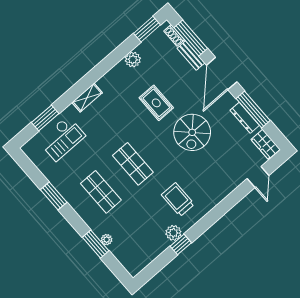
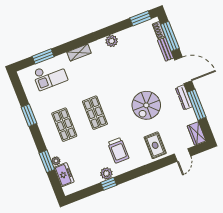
plant: (133, 60) -> (112, 41), moved
door: (222, 74) -> (183, 70), swing flipped
rug: (156, 103) -> (155, 145), moved
dresser: (245, 118) -> (184, 97), moved
trolley: (178, 200) -> (118, 150), turned 180
freezer: (122, 253) -> (64, 175), added

